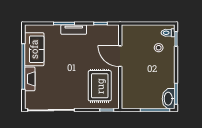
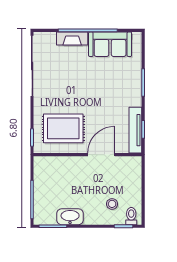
tv unit: (74, 30) -> (135, 130), moved, width x1.41
washbasin: (169, 99) -> (70, 217), moved

